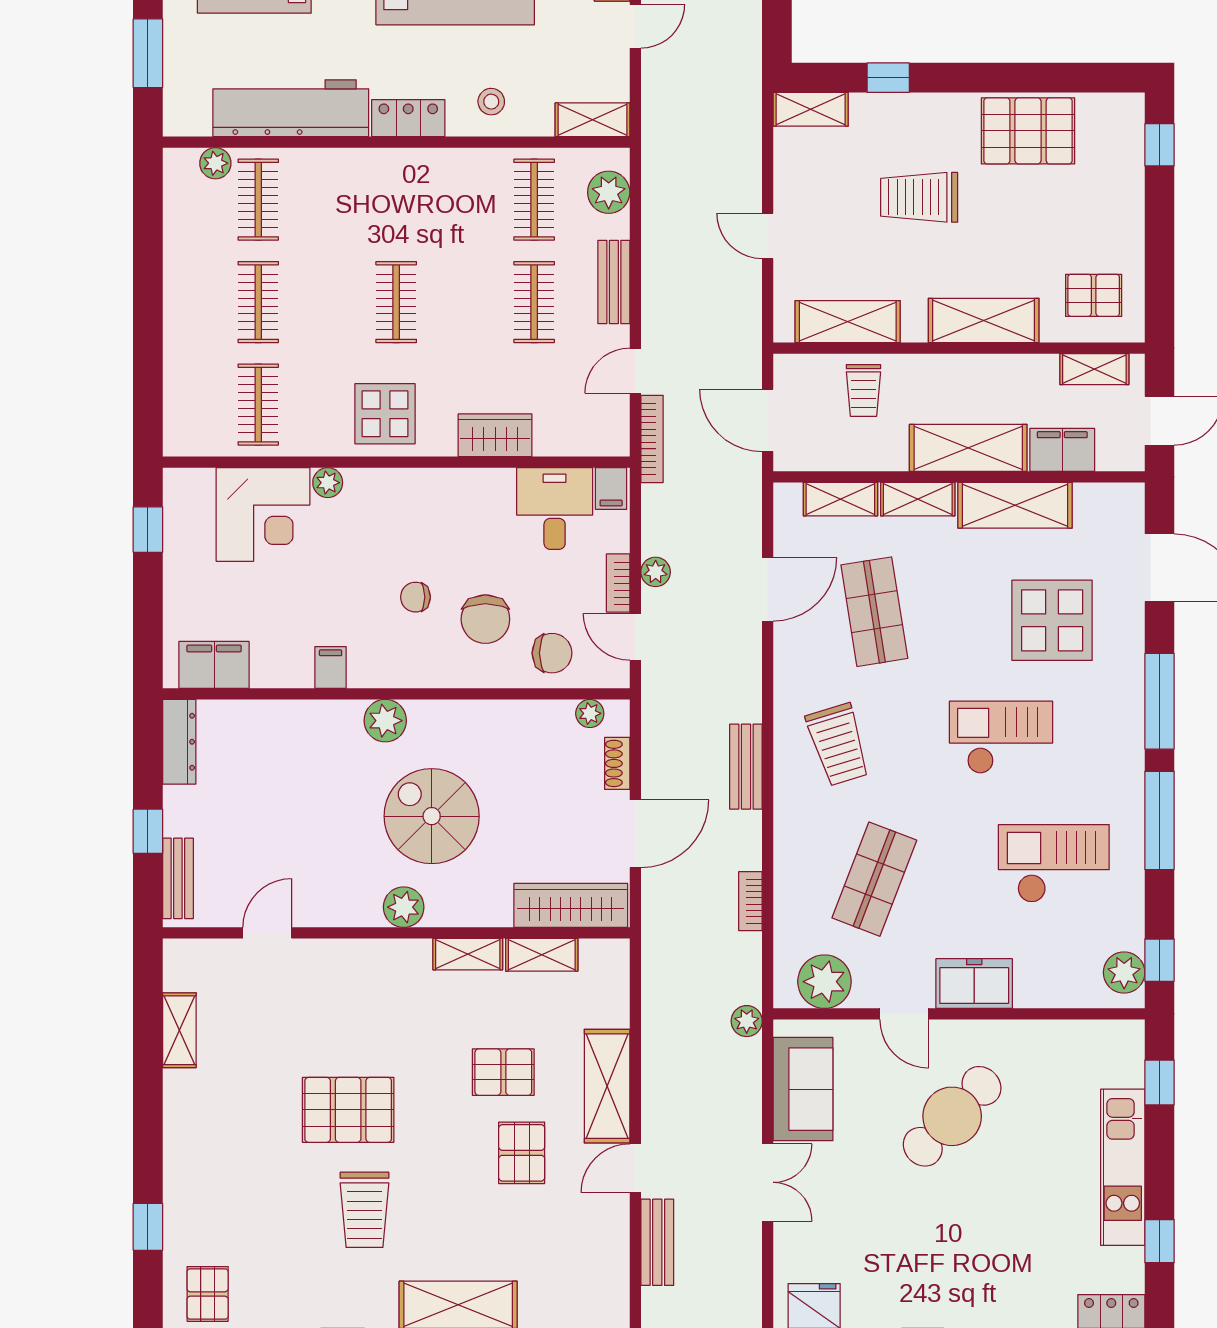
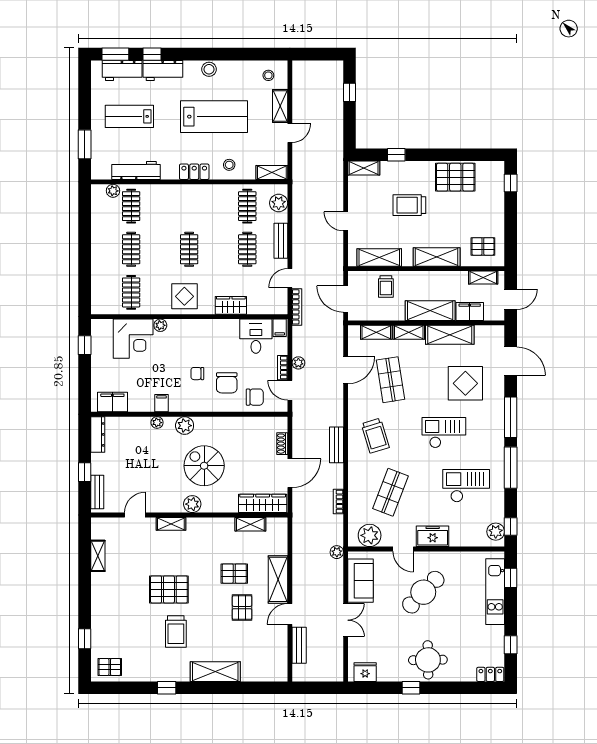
workbench: (291, 108) -> (136, 171), width x0.73, depth x0.76
plant: (590, 713) -> (157, 423), moved
shelving: (468, 954) -> (171, 524), moved
kitchen unit: (1123, 1167) -> (495, 592), moved
round table: (963, 1277) -> (428, 660), added
pallet: (208, 1294) -> (110, 667), turned 90

